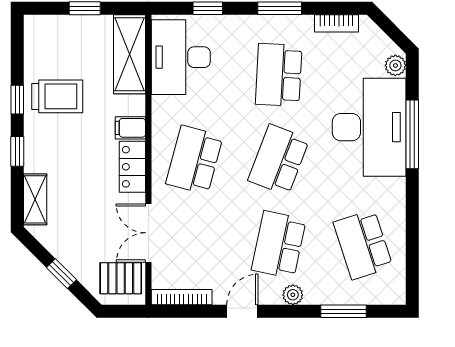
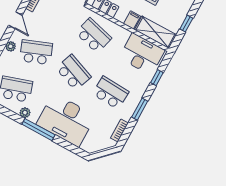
plant: (395, 65) -> (25, 113), moved
filing cabinet: (130, 128) -> (132, 20), moved
window: (412, 134) -> (38, 130), moved
school desk: (279, 245) -> (36, 52), turned -33

